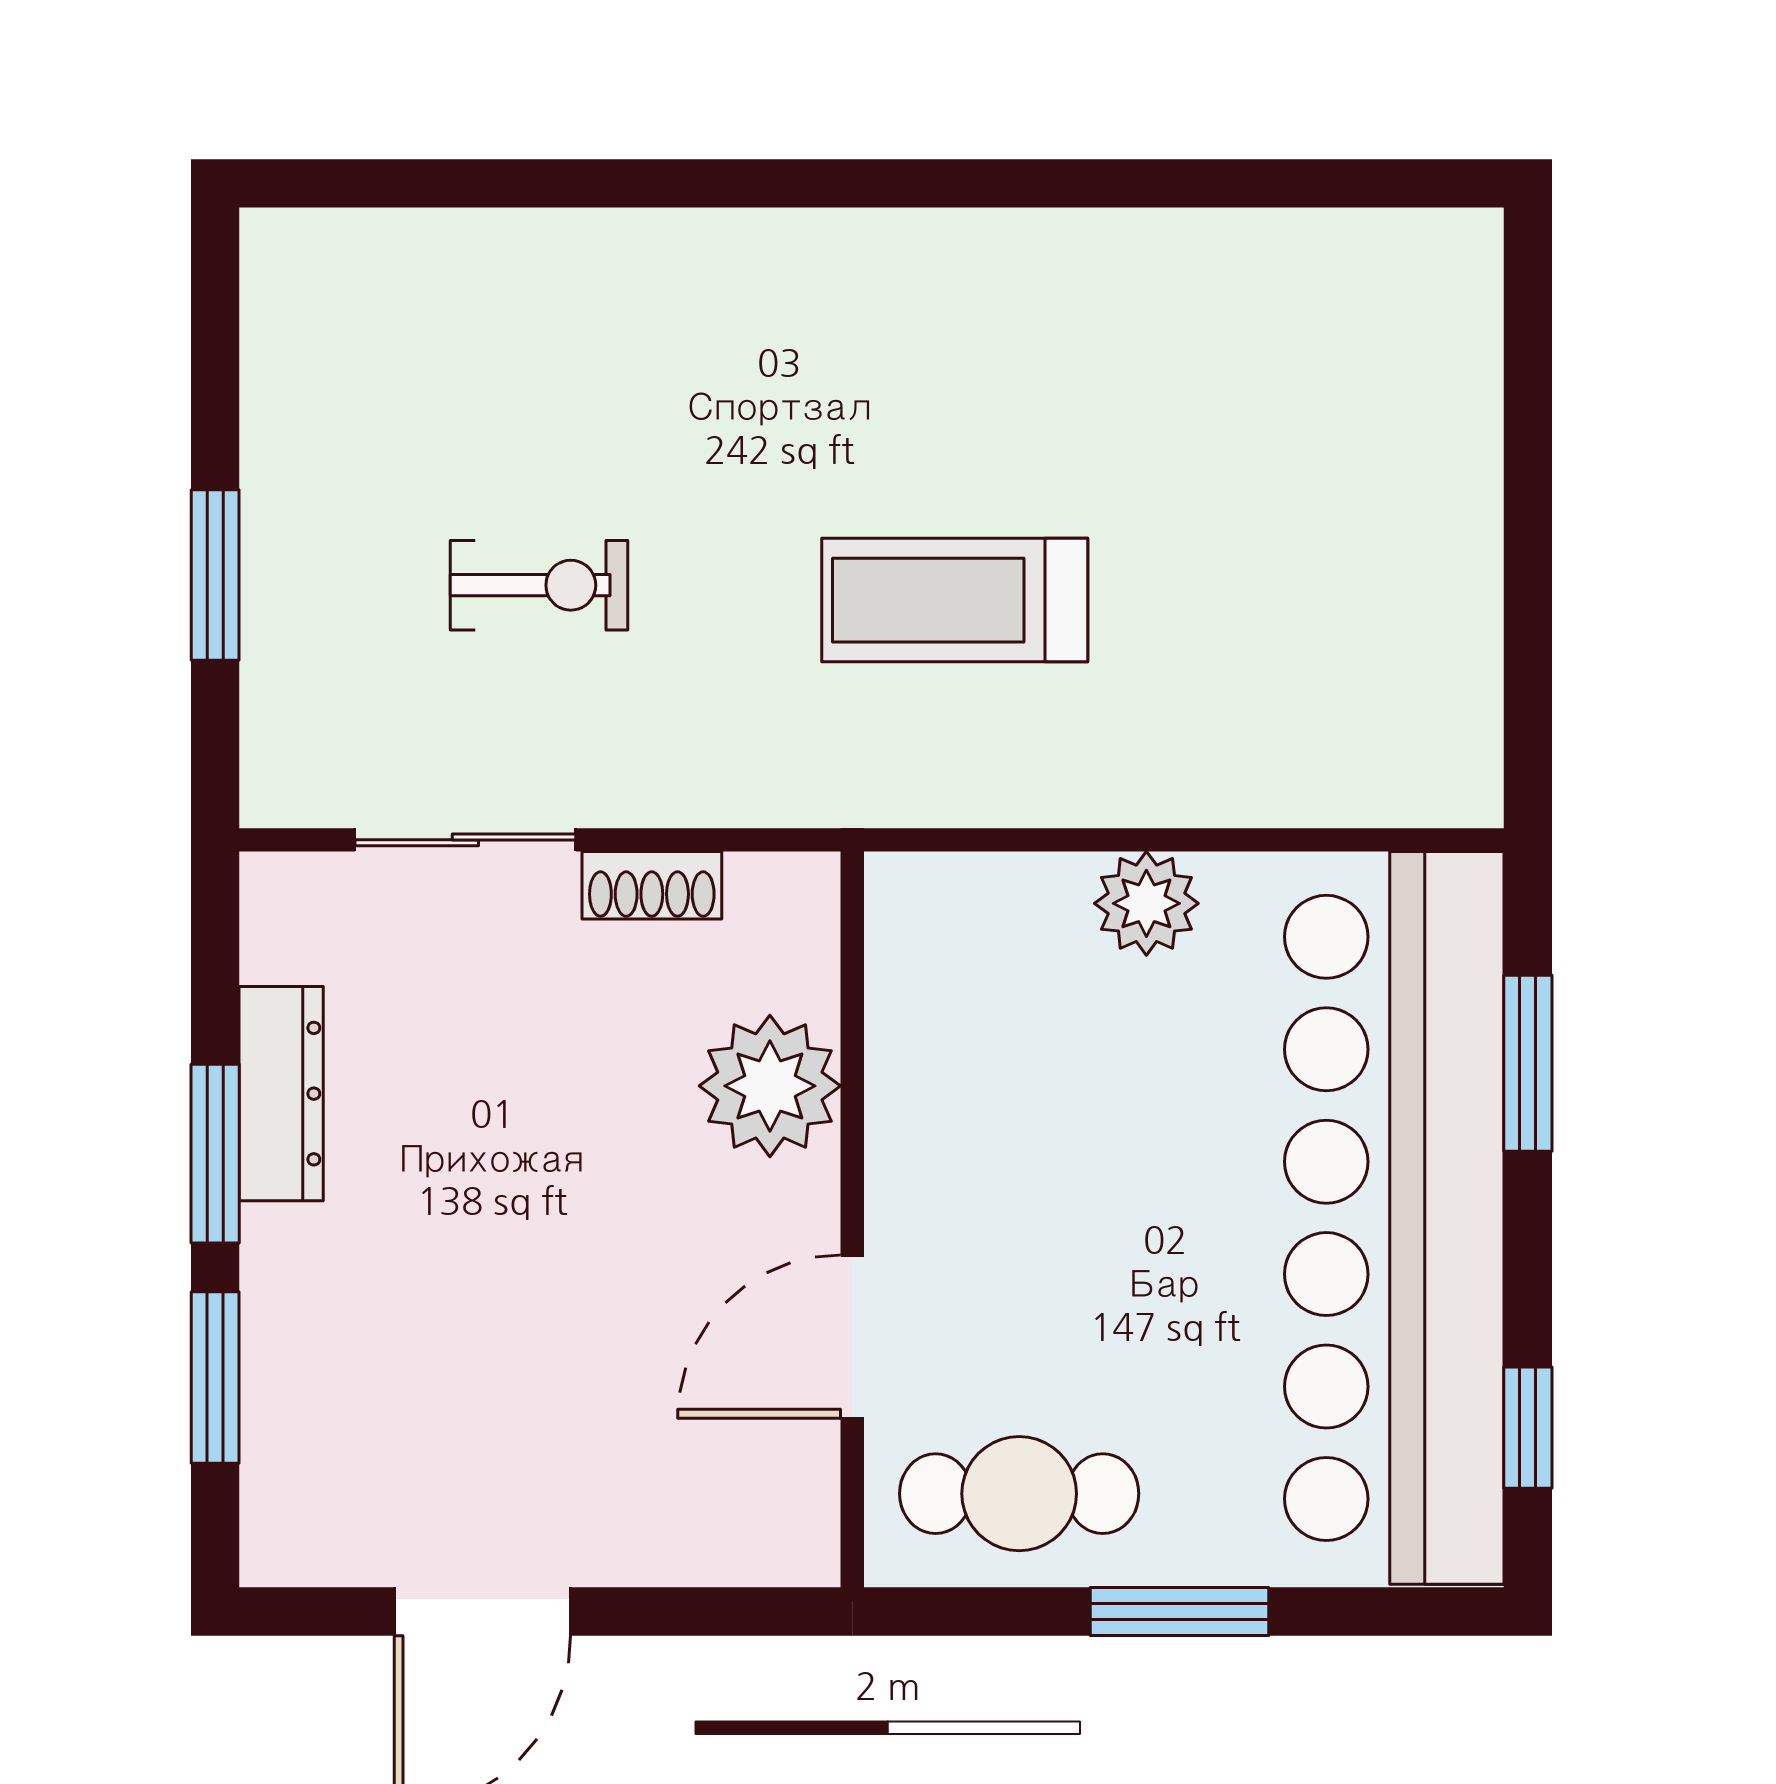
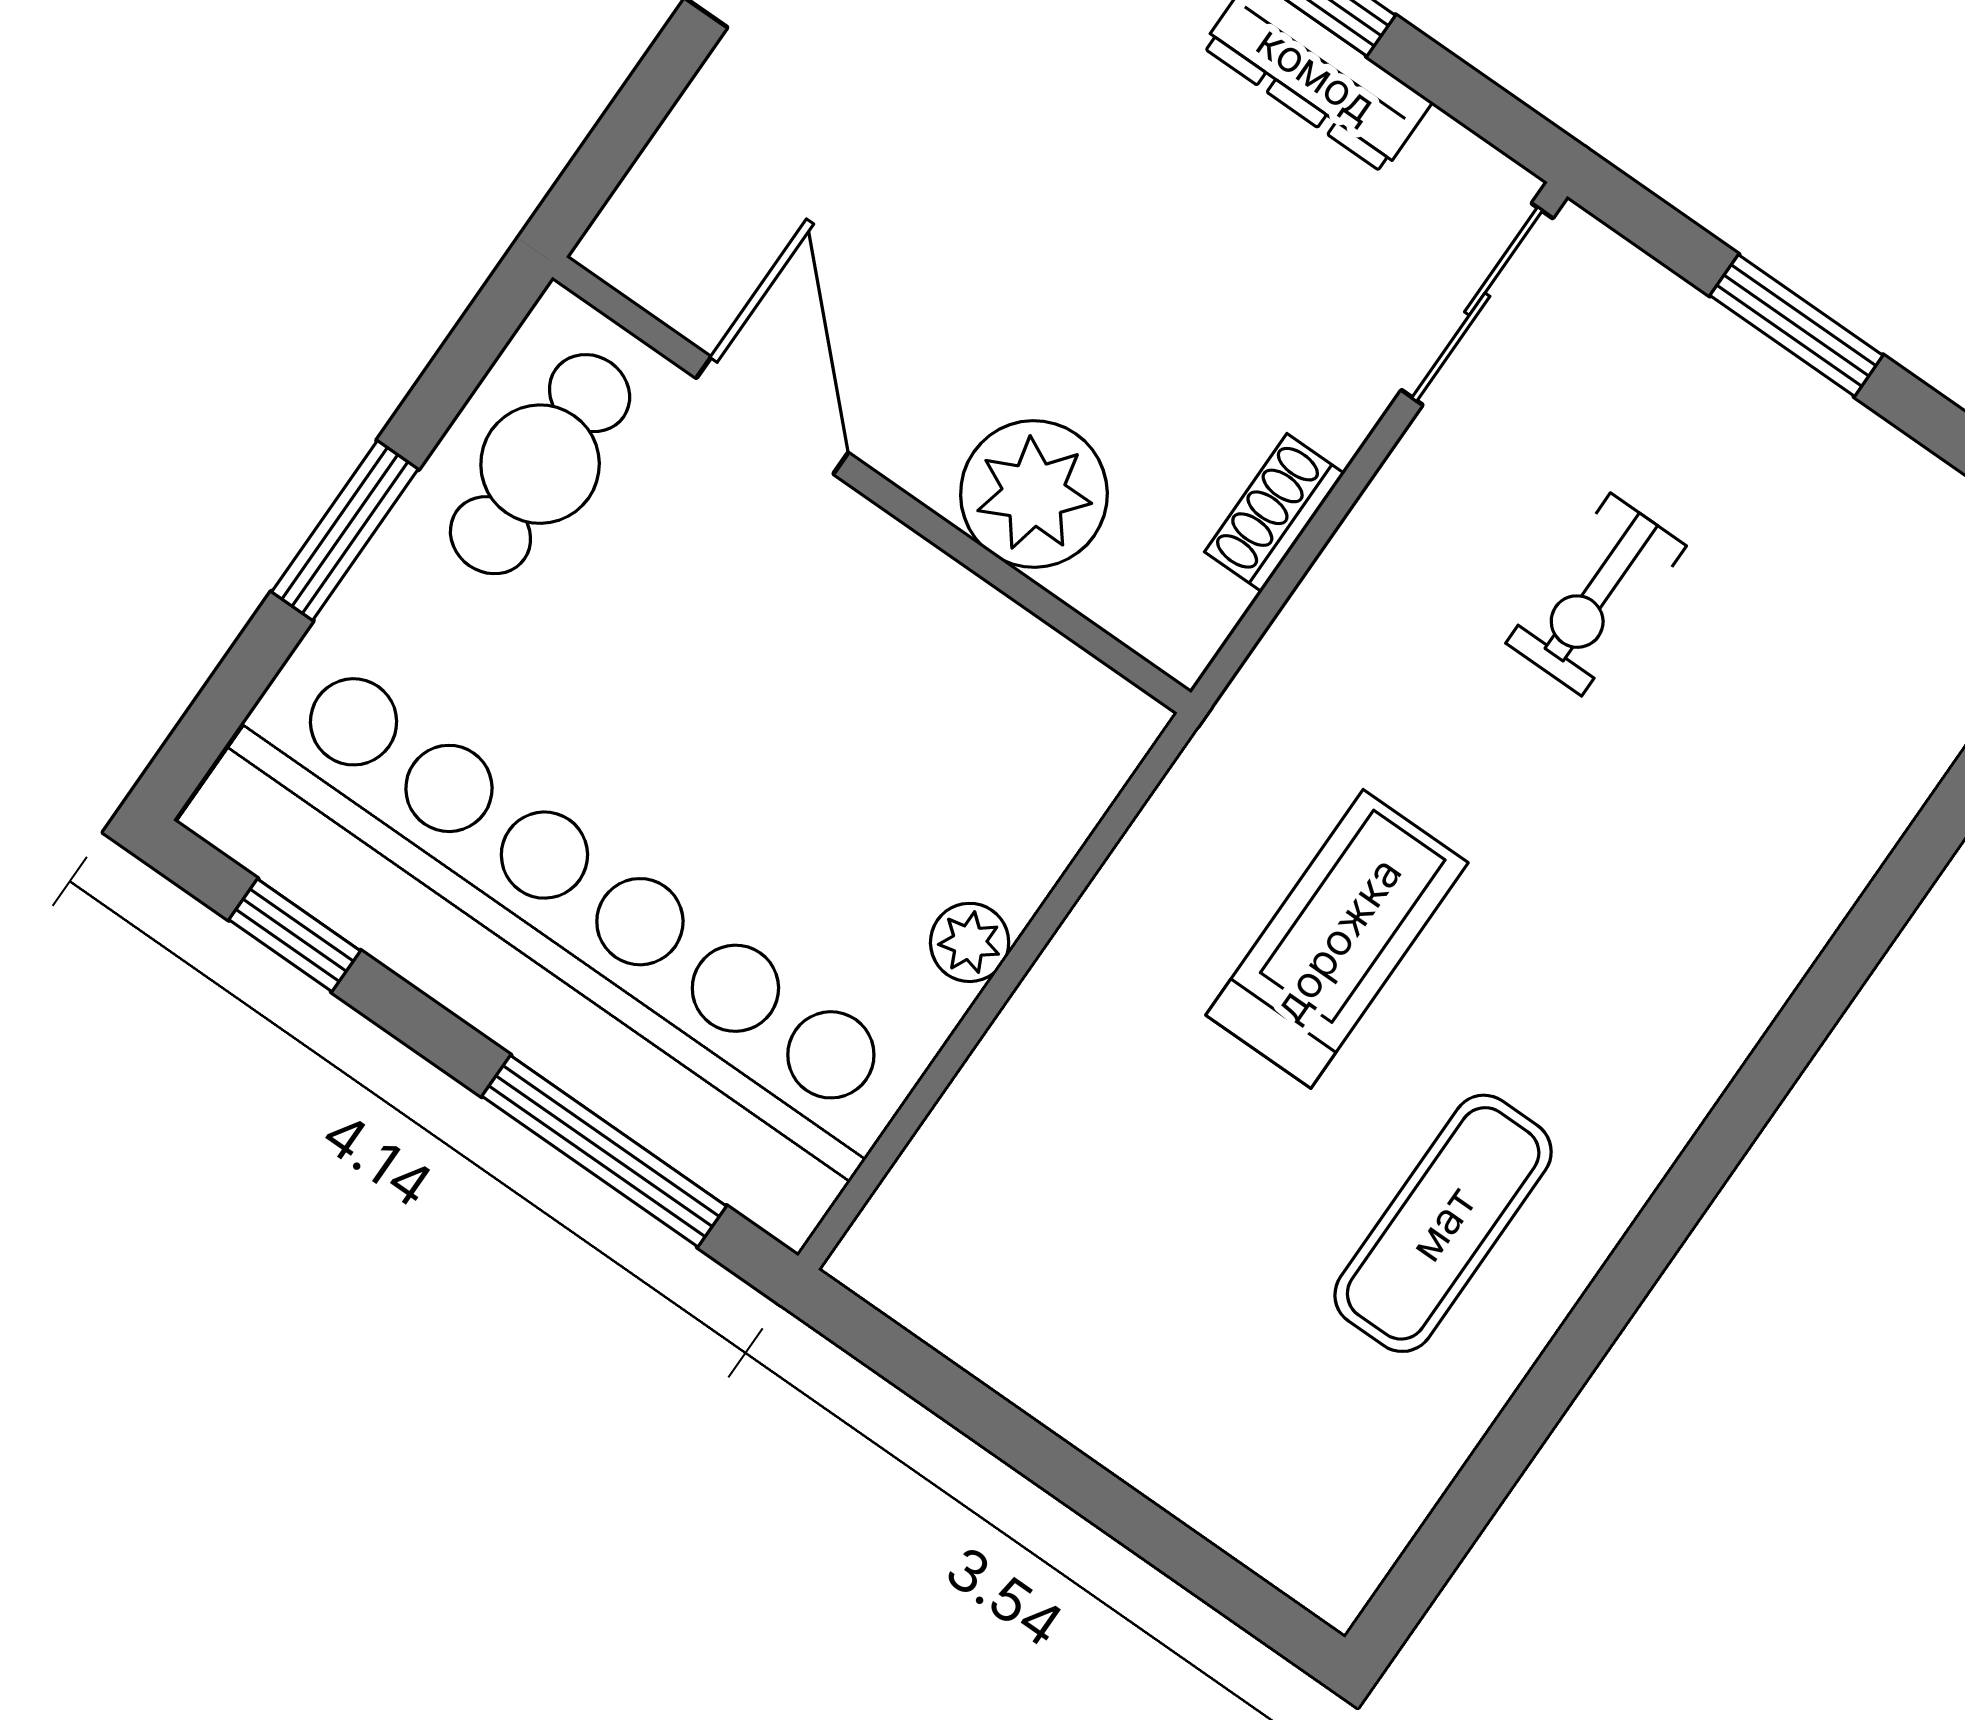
exercise mat: (1122, 359) -> (1443, 1223), added
sliding door: (465, 840) -> (1477, 304), moved
plant: (1146, 903) -> (970, 942), width x0.73, depth x0.73
window: (1528, 1063) -> (604, 1151), width x1.44

